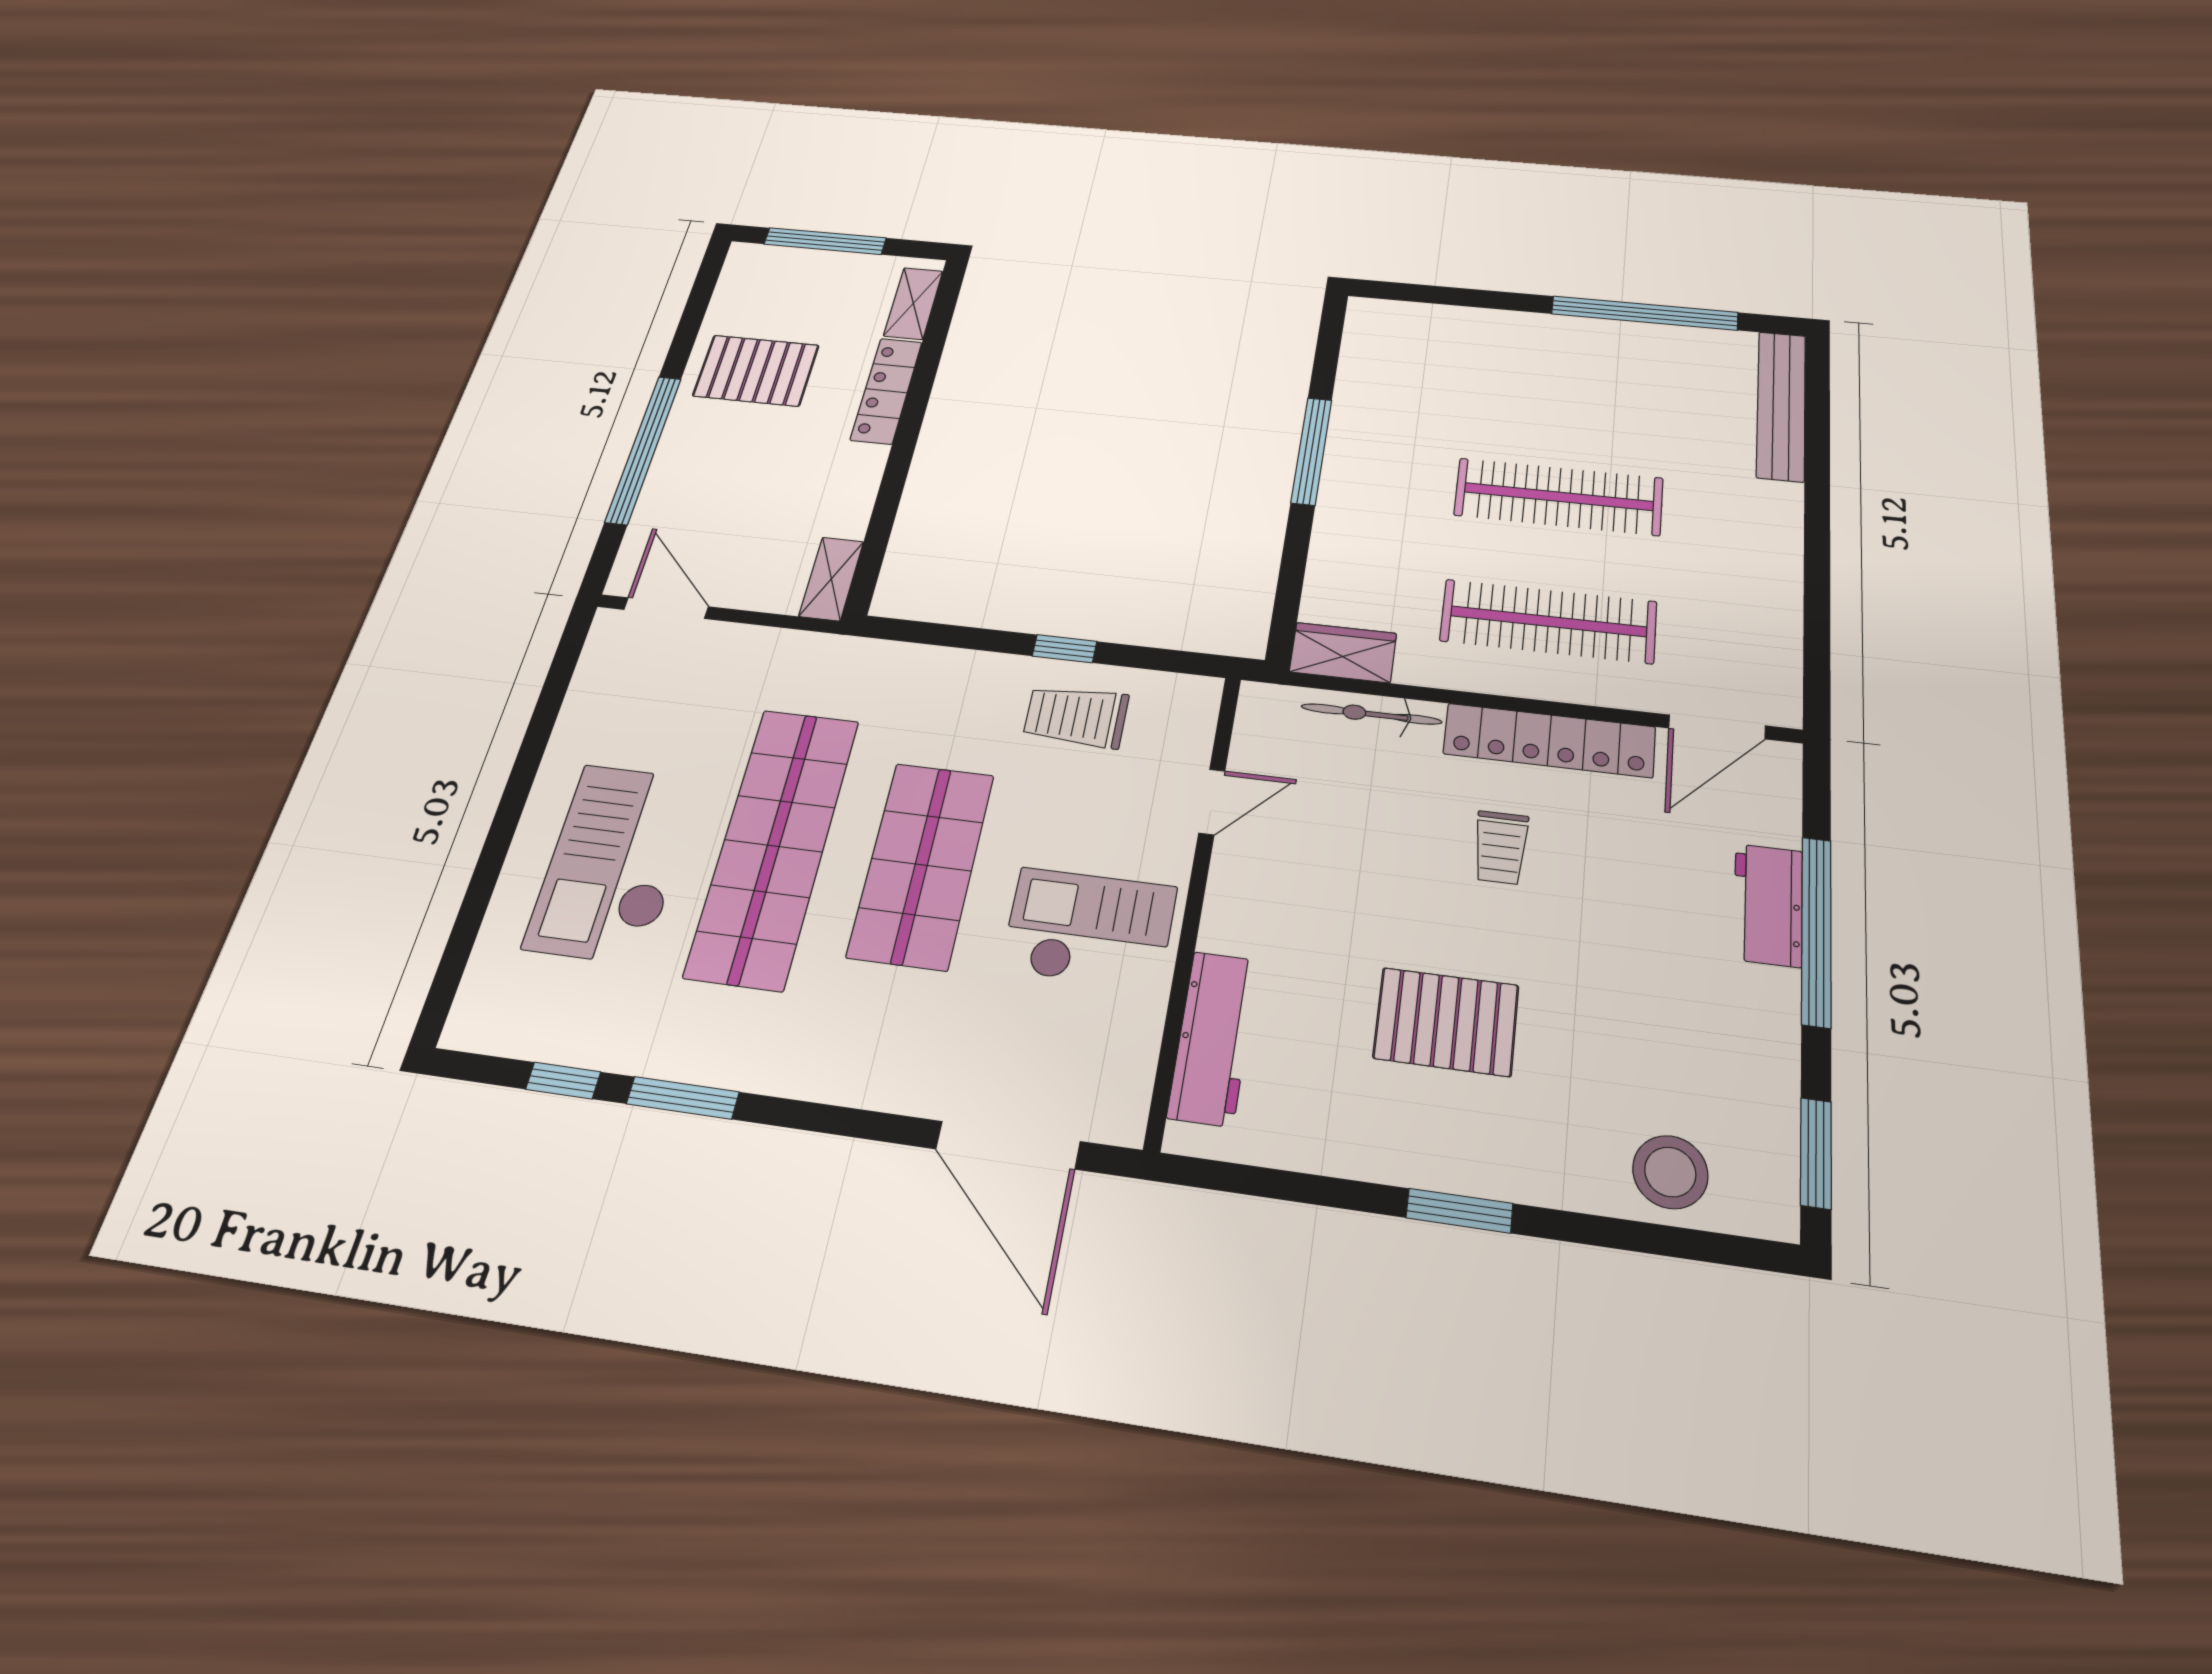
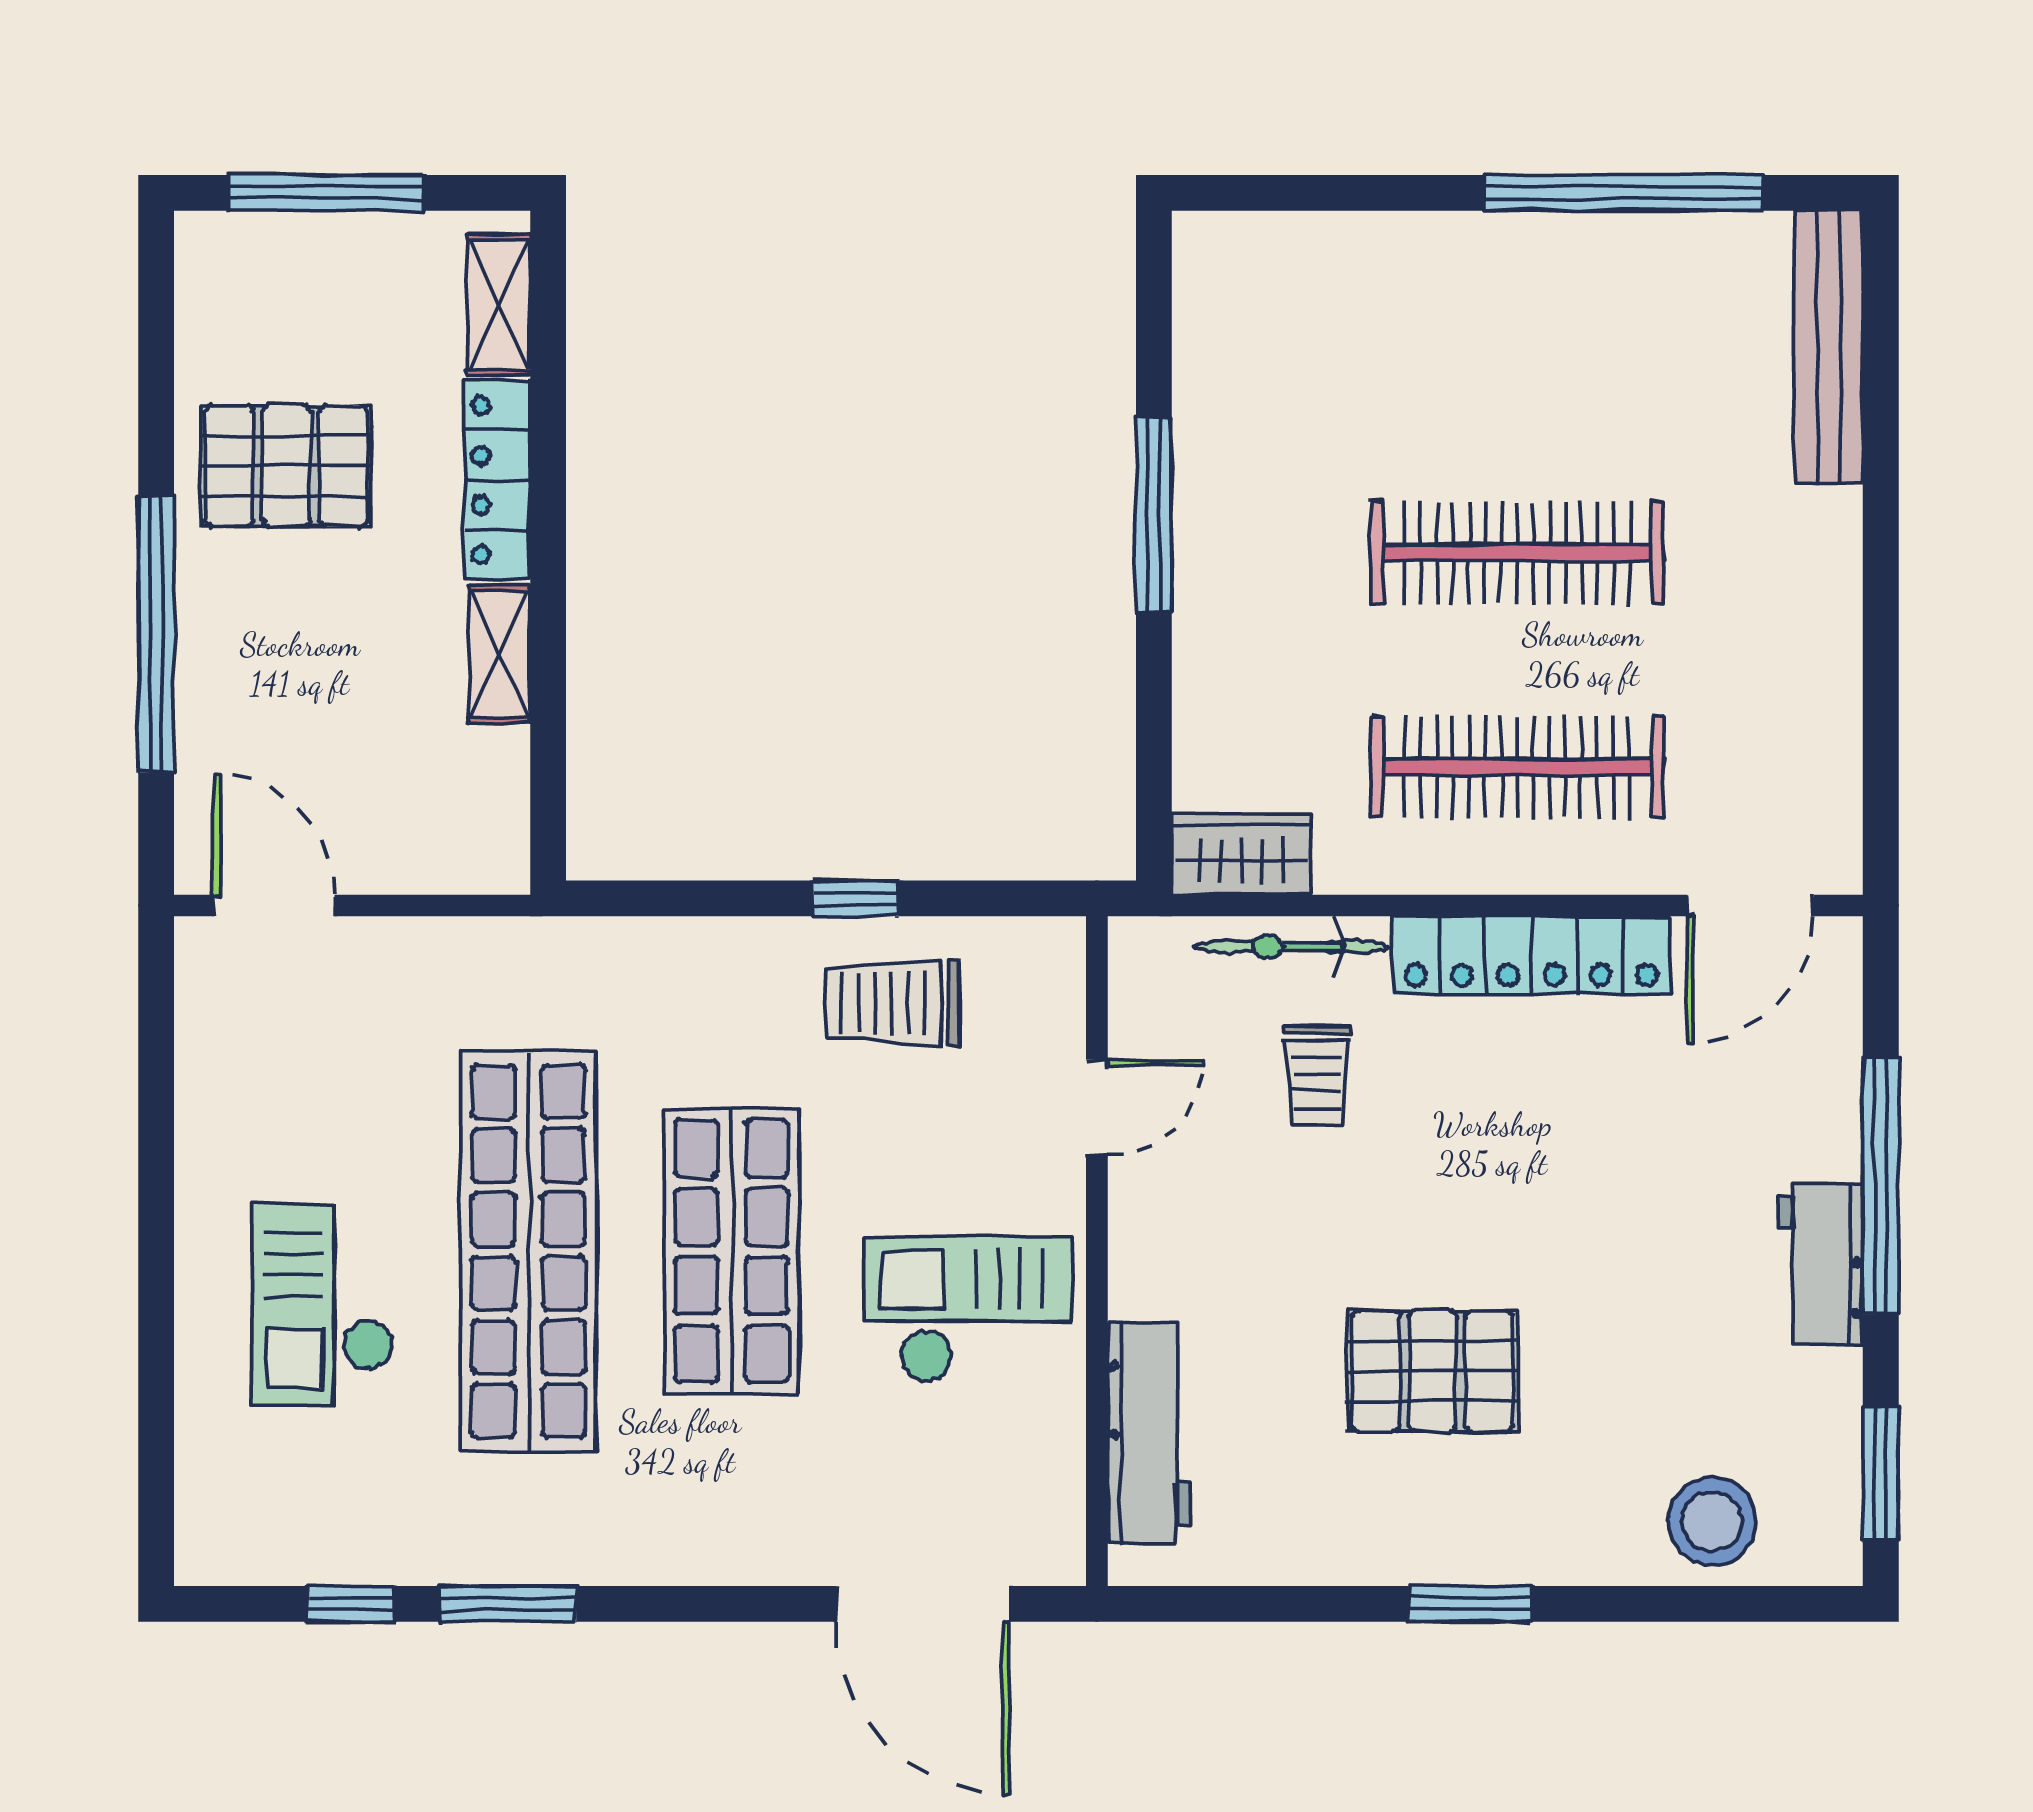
shelving: (831, 579) -> (499, 654), moved
trolley: (1501, 847) -> (1316, 1076), moved
checkout: (614, 863) -> (323, 1304), width x0.73, depth x0.83
workbench: (1768, 905) -> (1821, 1264), moved

